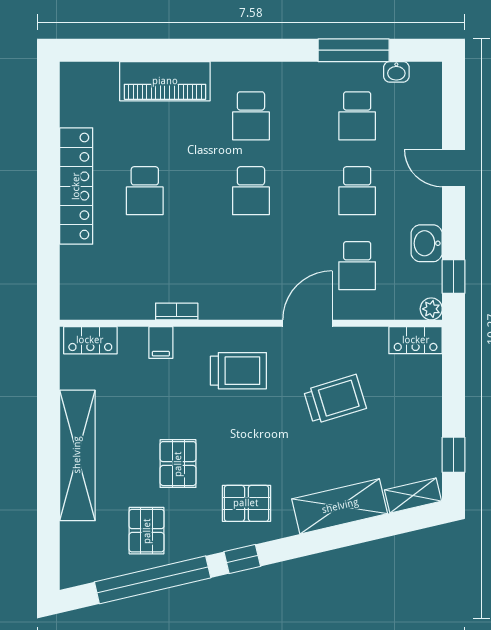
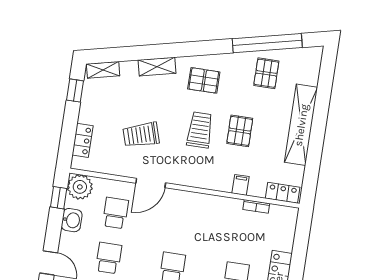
plant: (431, 309) -> (80, 187), width x1.87, depth x1.87
bookcase: (177, 311) -> (256, 206), moved
locker: (416, 340) -> (83, 140), moved, turned 90
trolley: (238, 371) -> (200, 130), moved, turned 90
pallet: (178, 464) -> (240, 131), moved
shelving: (340, 506) -> (157, 67), width x0.67, depth x0.75
window: (242, 559) -> (211, 47), removed

